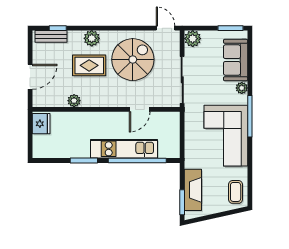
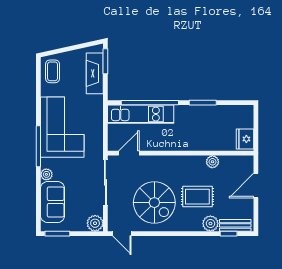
plant: (92, 38) -> (210, 223), moved
spiral stairs: (133, 60) -> (154, 203), turned -90
door: (140, 109) -> (129, 153), moved
kitchen unit: (124, 149) -> (141, 114), moved

